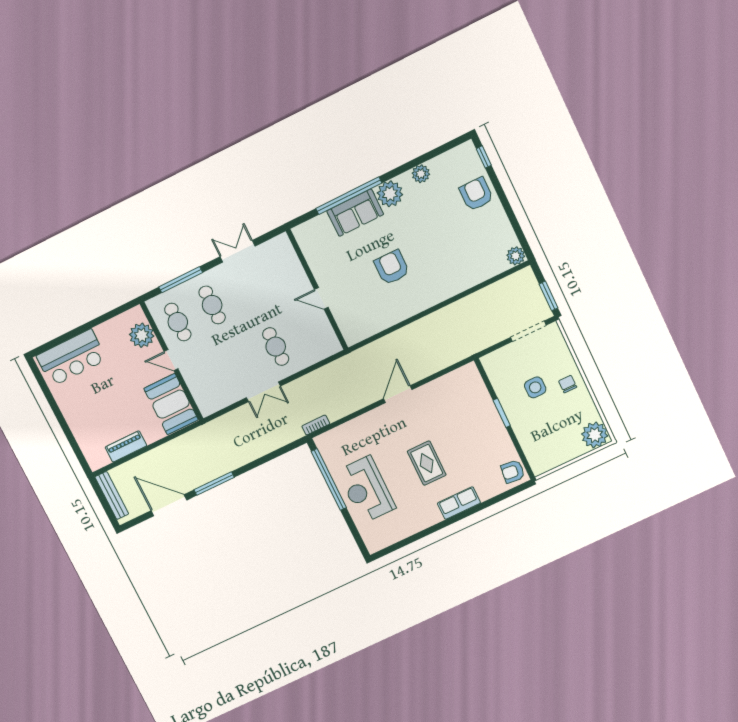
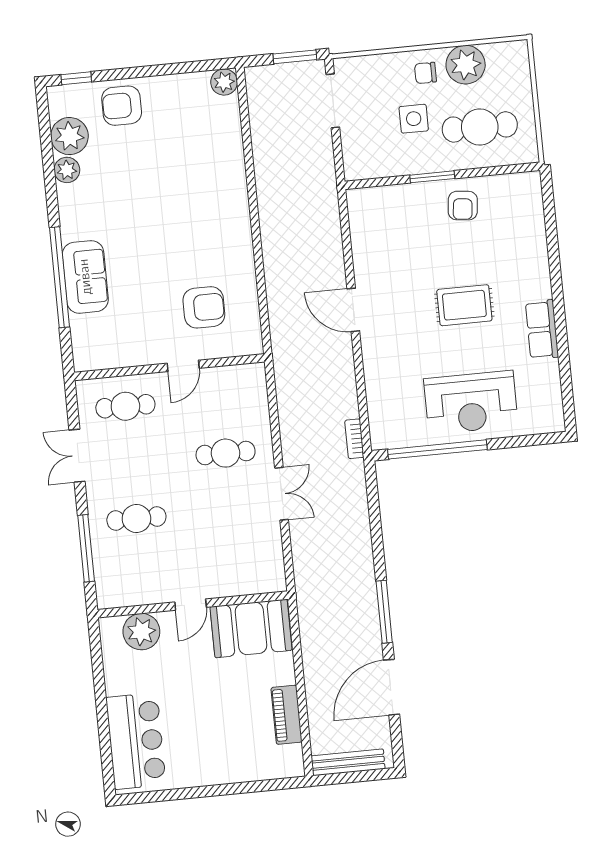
plant: (390, 194) -> (69, 136), moved
armchair: (392, 267) -> (204, 307), moved, turned 180
cafe table: (178, 322) -> (125, 406), moved
cafe table: (545, 431) -> (480, 127), added
plant: (595, 435) -> (466, 65), moved
armchair: (513, 472) -> (463, 206), moved
row of seats: (459, 503) -> (542, 330), moved

